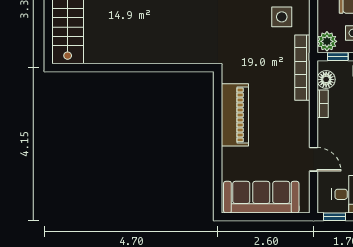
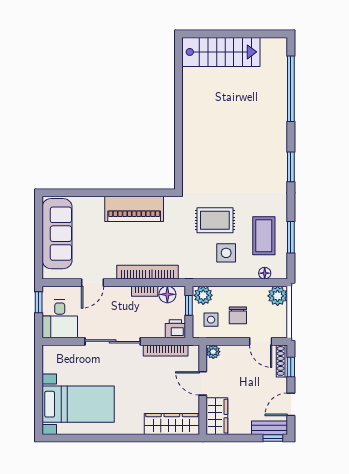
rug: (247, 29) -> (215, 220), added
bookcase: (302, 68) -> (147, 272), moved

